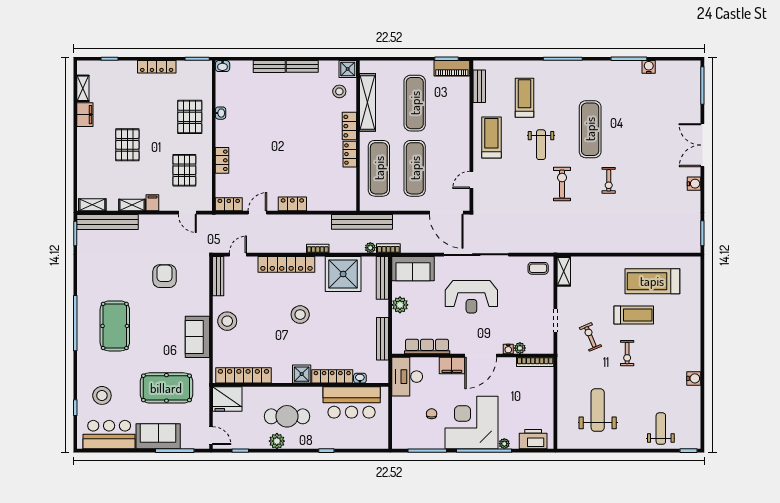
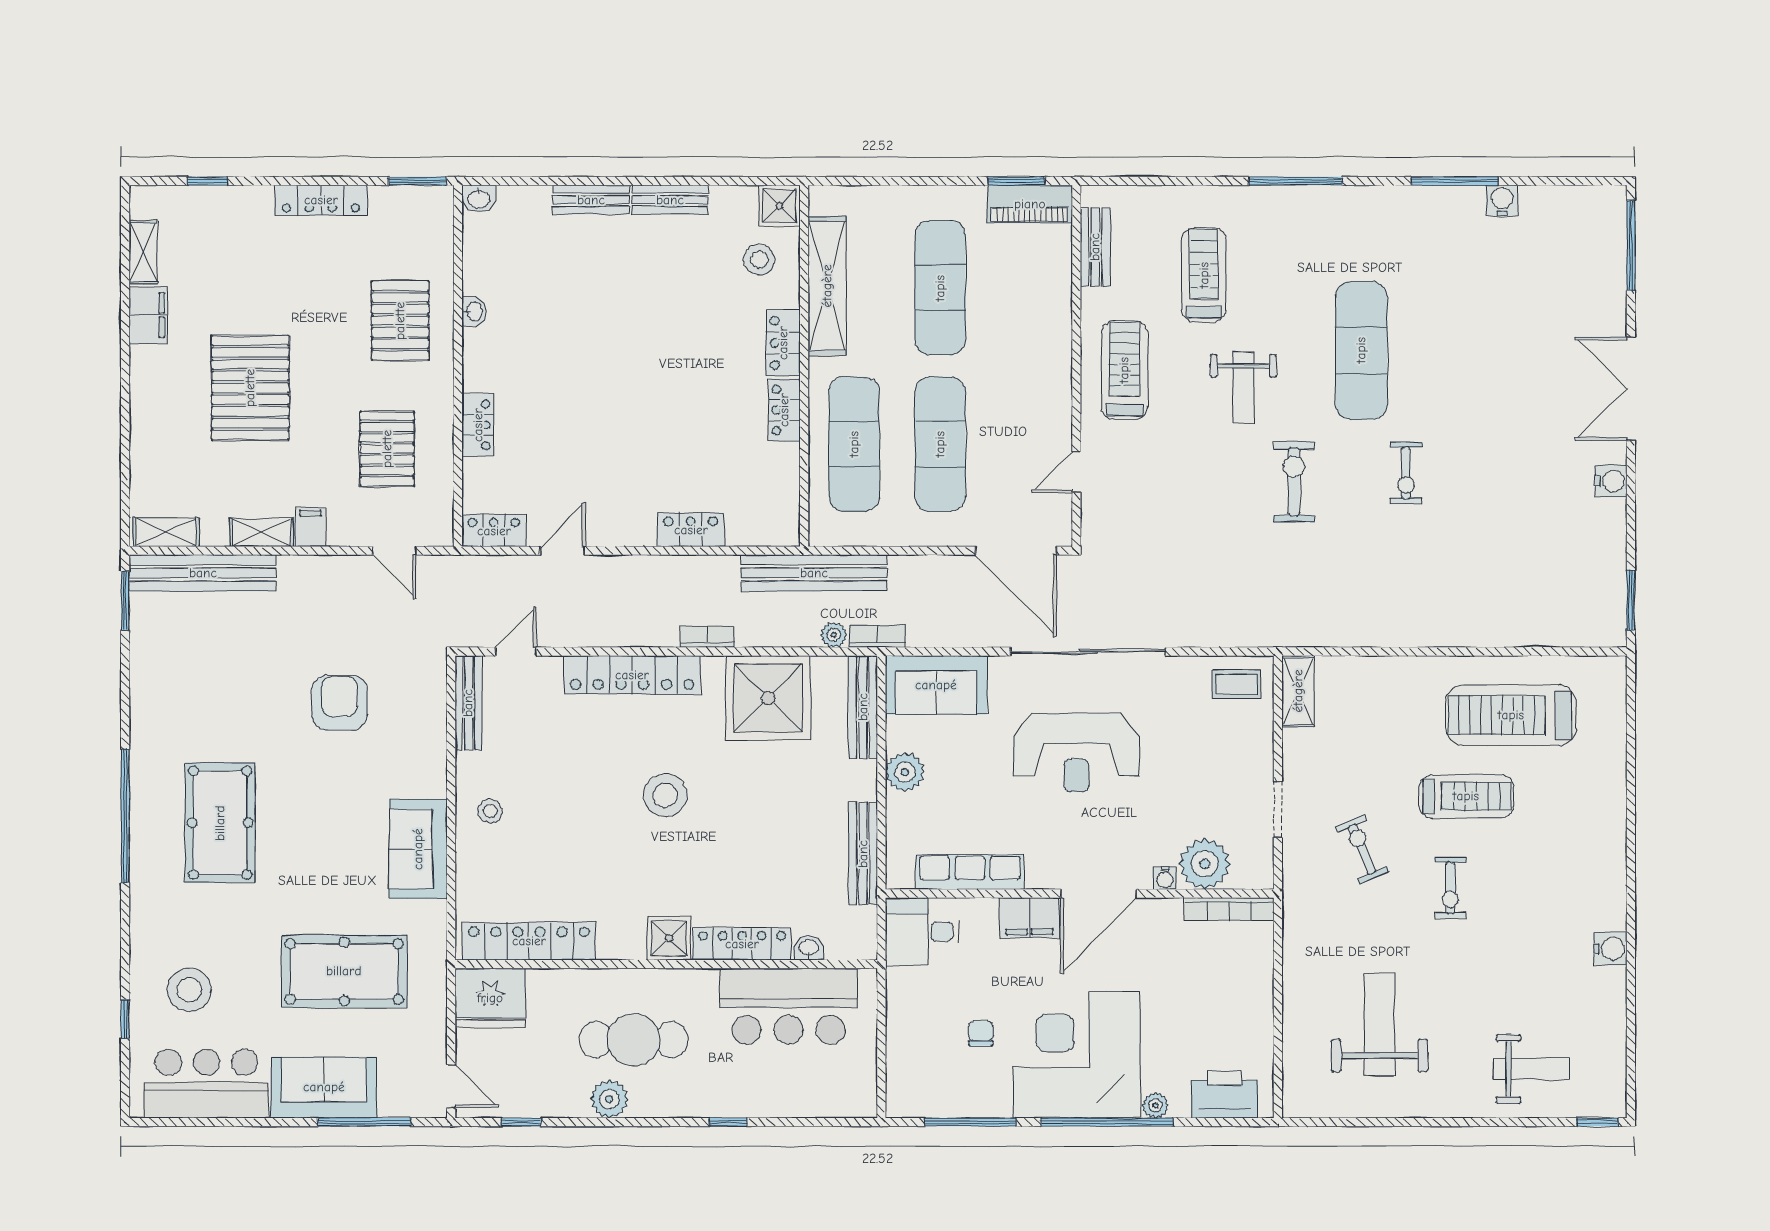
pallet: (127, 145) -> (250, 388), width x1.37, depth x1.41
locker: (292, 204) -> (691, 530), moved
stool: (227, 321) -> (490, 811), width x0.53, depth x0.53
plant: (520, 348) -> (1205, 864), width x1.88, depth x1.88
desk: (407, 377) -> (922, 932), width x0.73
weight bench: (661, 429) -> (1531, 1069), turned 90

